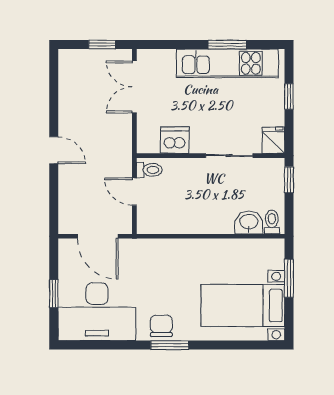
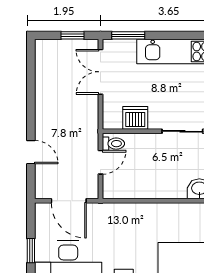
window: (227, 45) -> (128, 35), moved
door: (54, 150) -> (31, 152), moved
door: (134, 192) -> (100, 162), swing flipped

